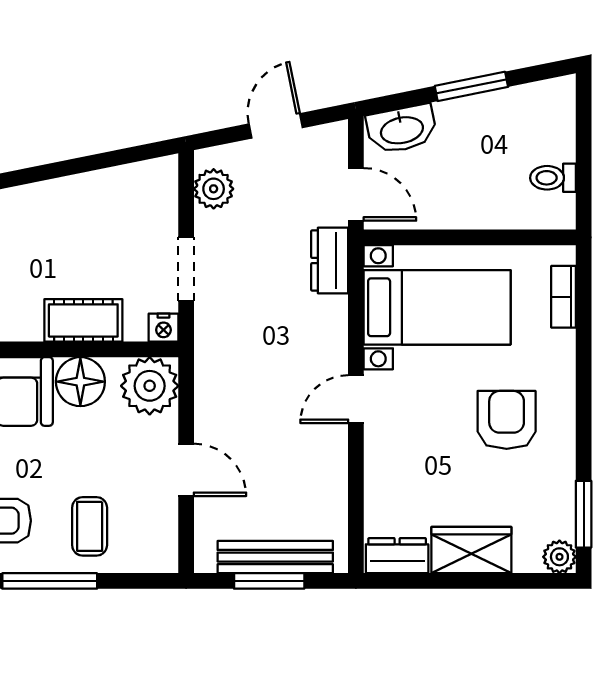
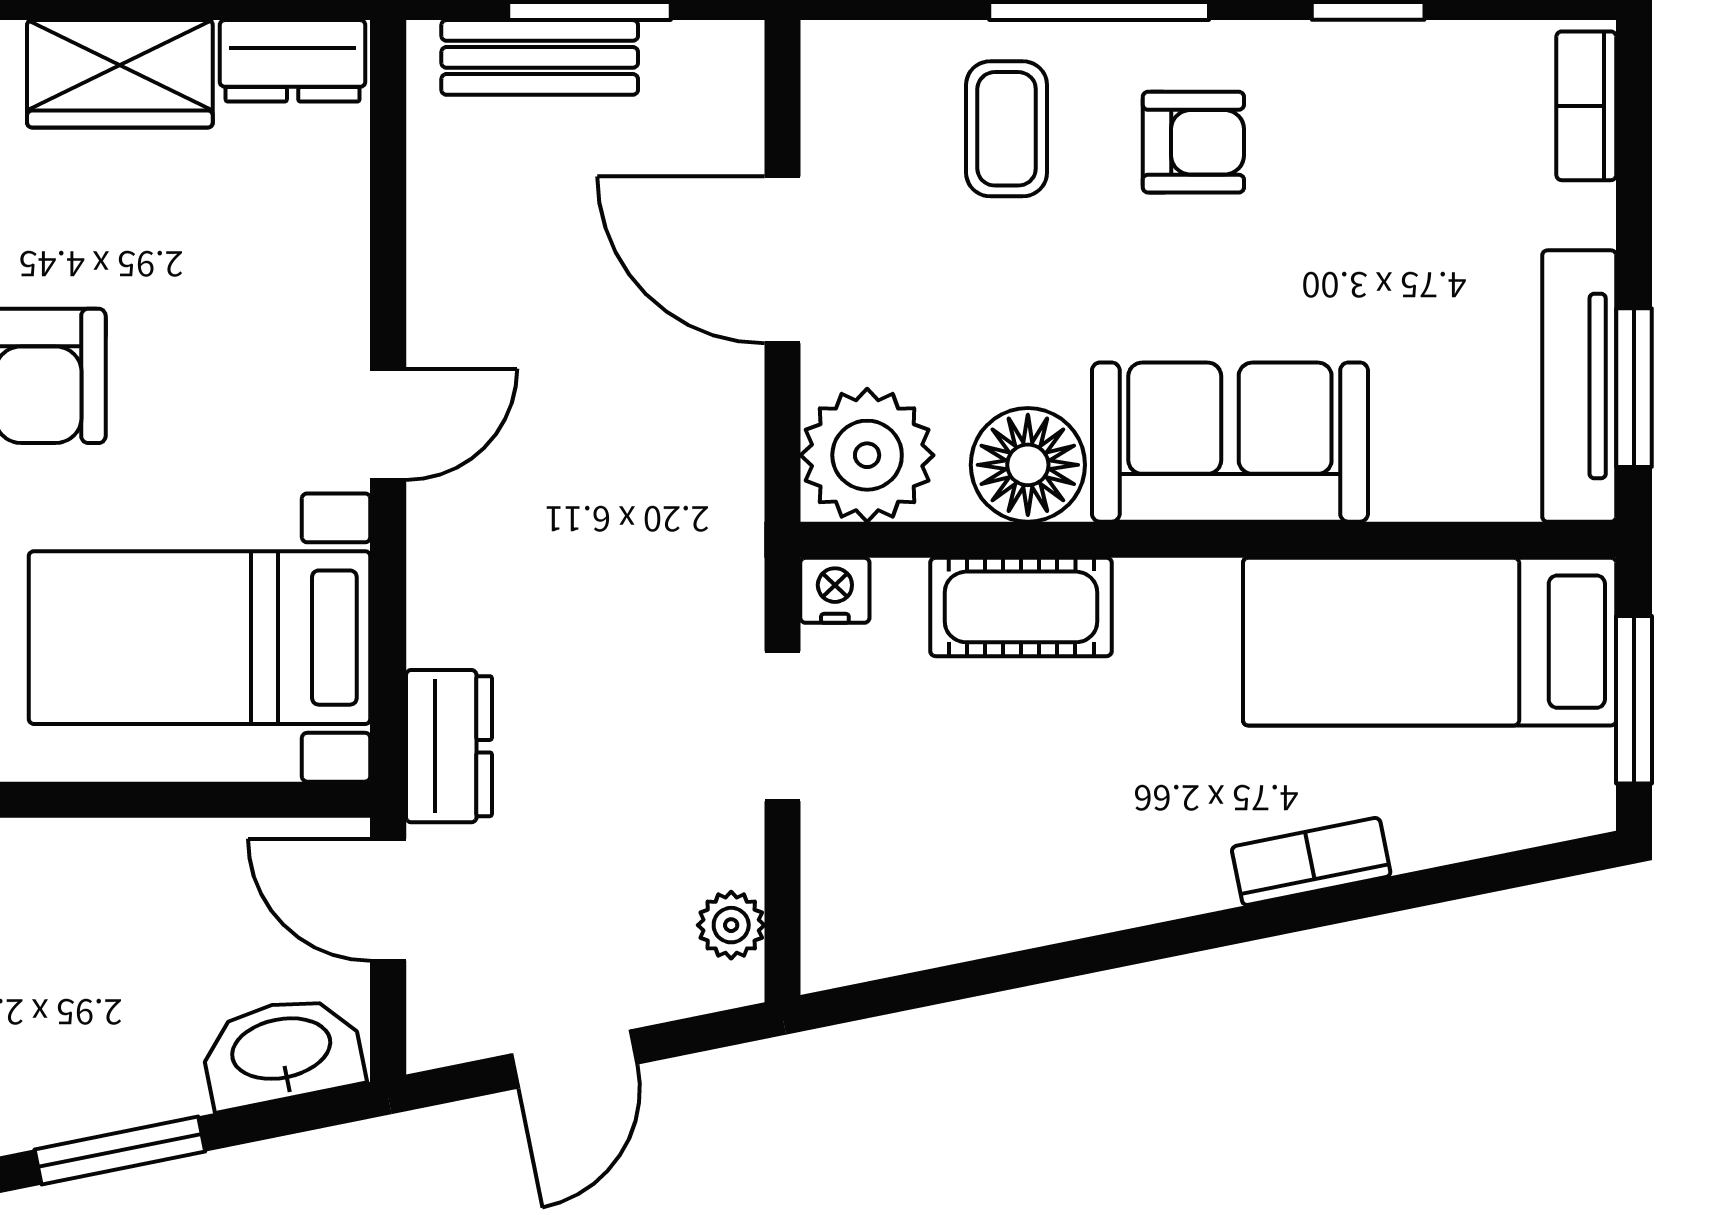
plant: (214, 189) -> (731, 925), width x0.73, depth x0.73
door: (186, 470) -> (783, 260), width x1.38
bench: (275, 557) -> (540, 57), width x0.73

